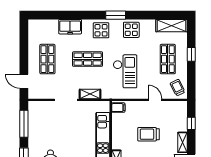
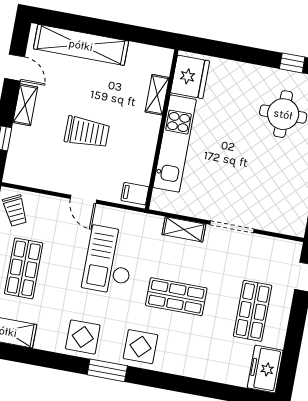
freezer: (70, 27) -> (265, 369), moved, turned -90
door: (155, 100) -> (83, 199), moved

